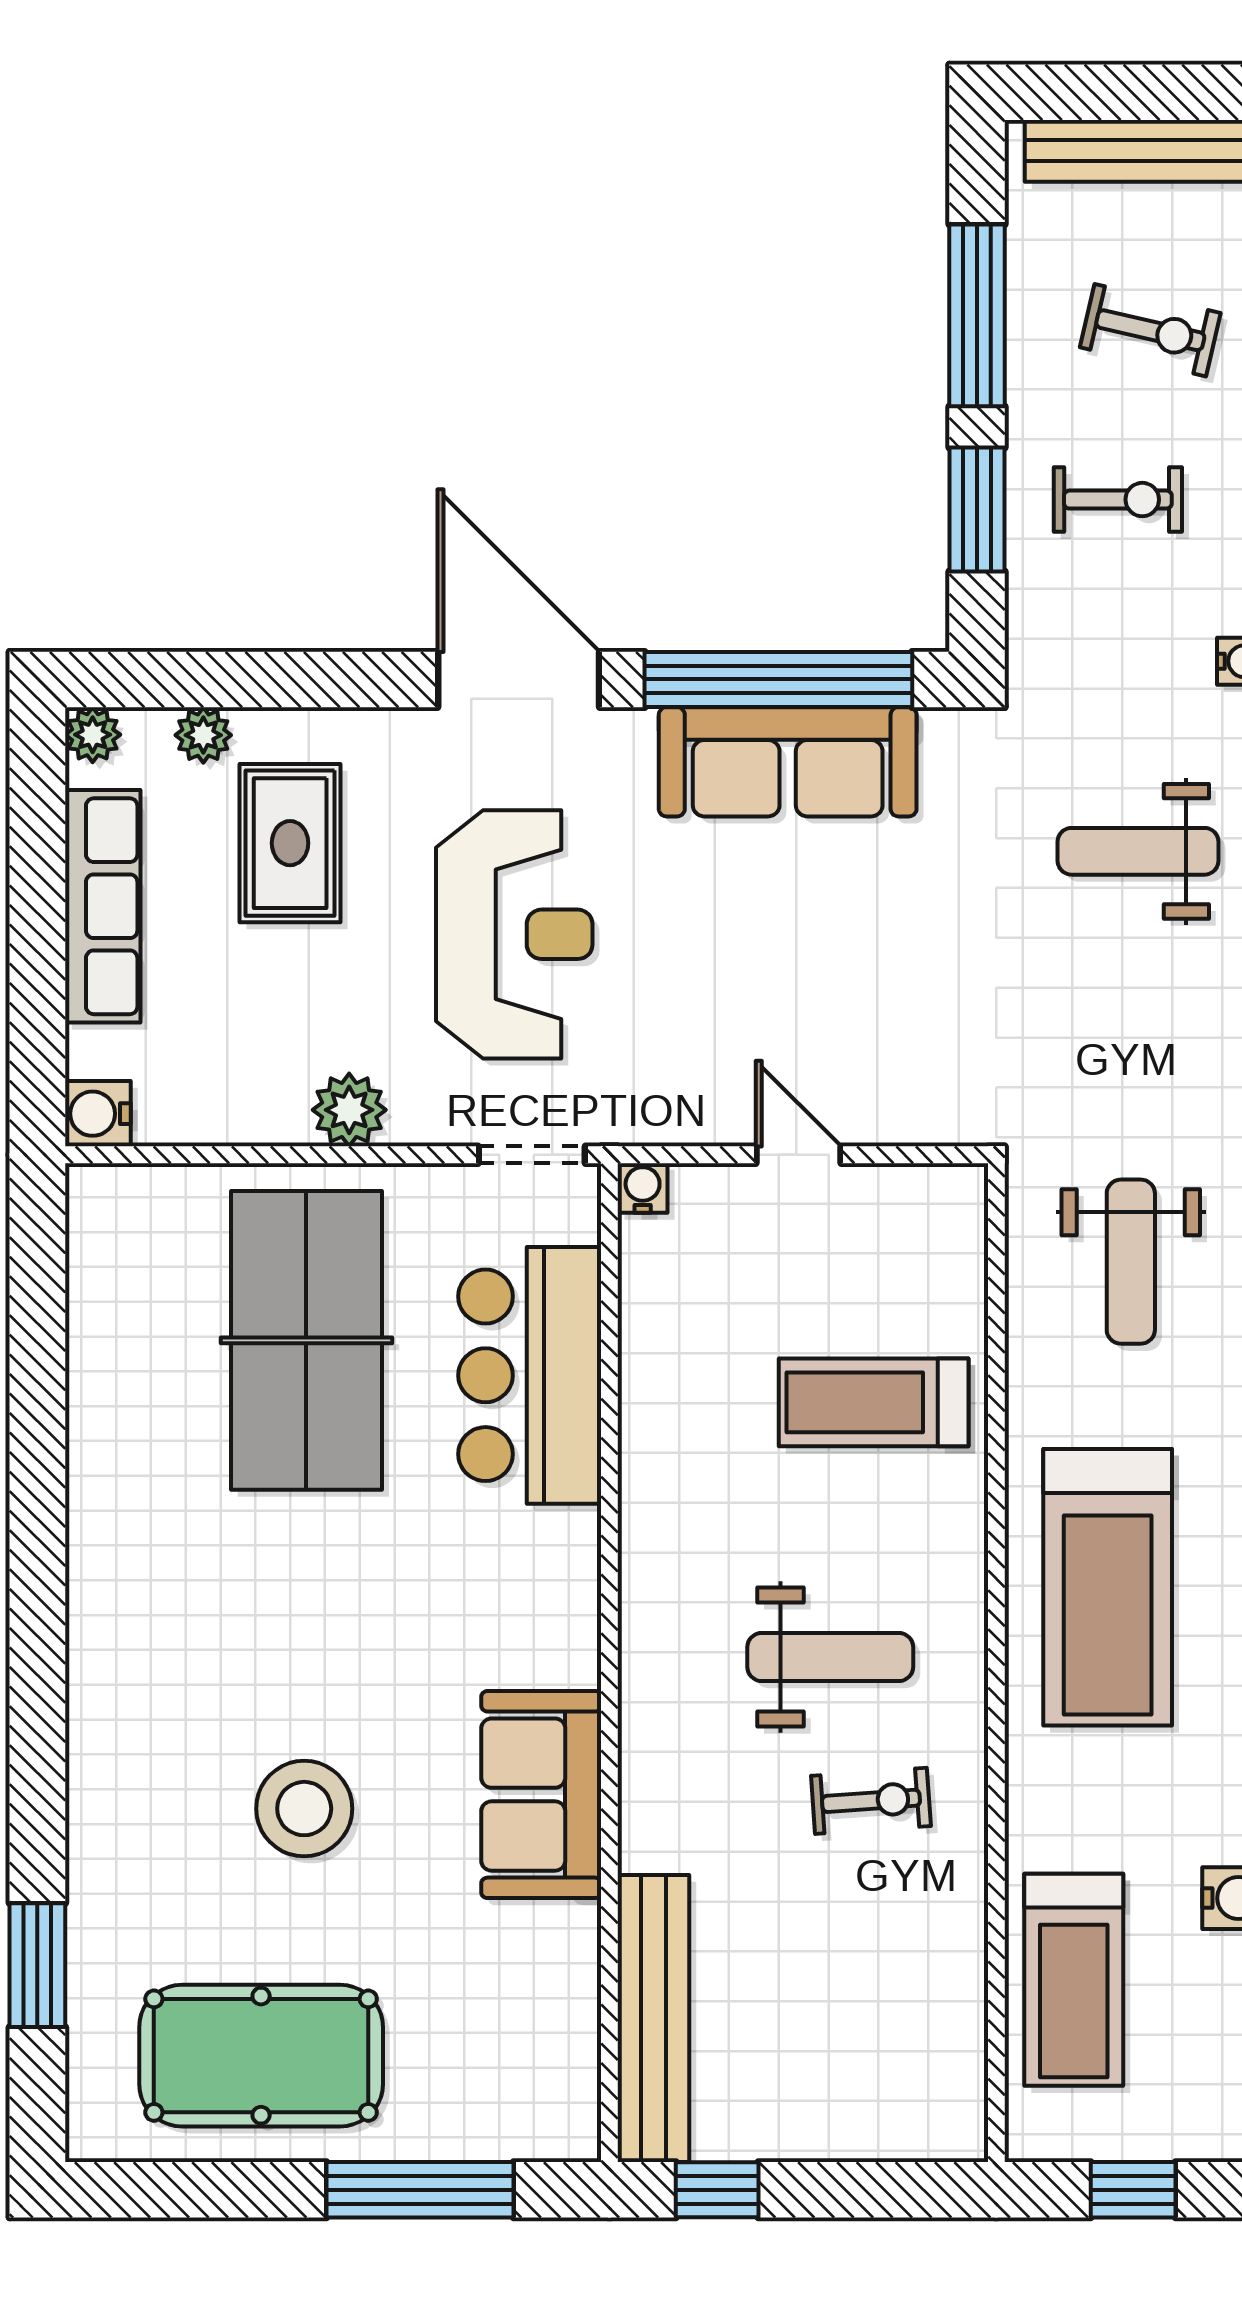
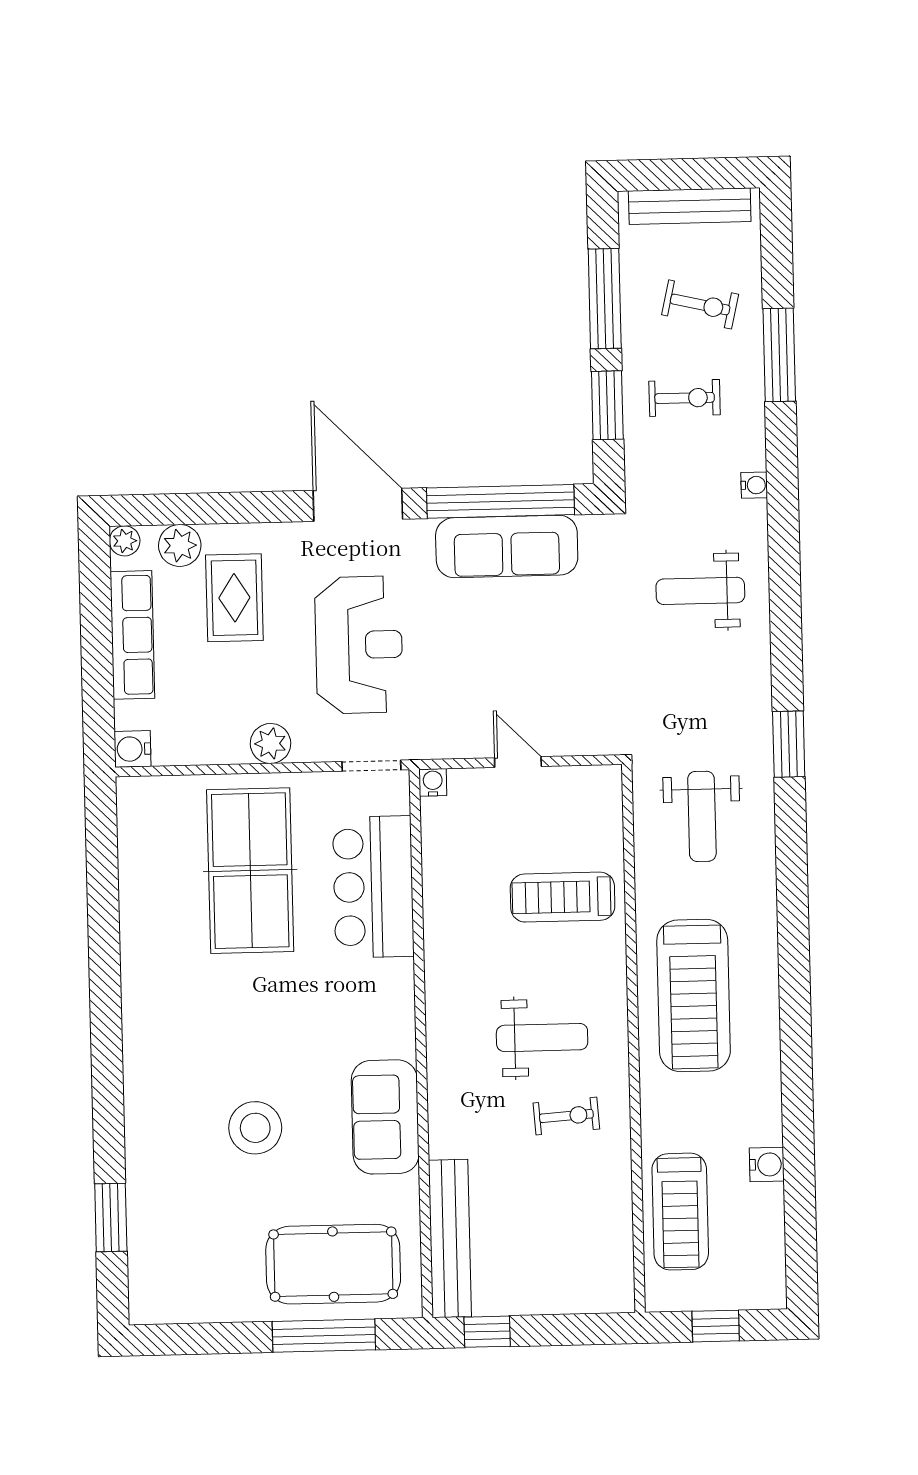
plant: (203, 735) -> (180, 545), width x1.38, depth x1.38
pool table: (261, 2056) -> (333, 1264), moved

